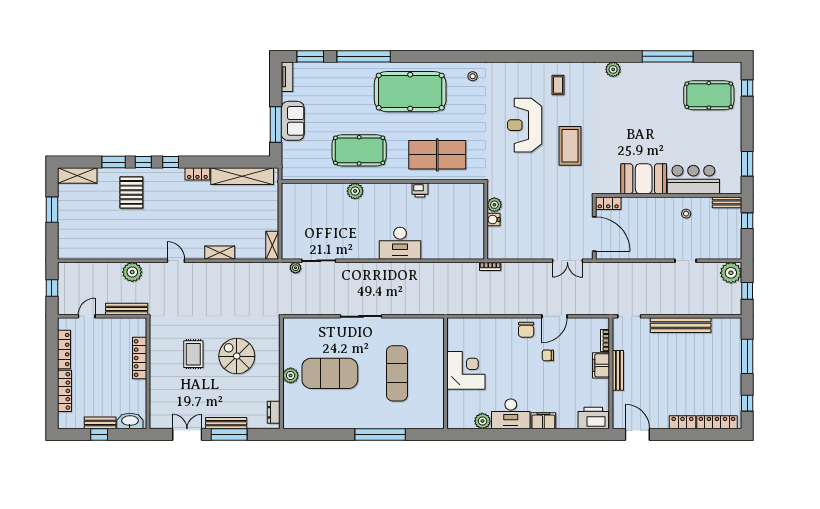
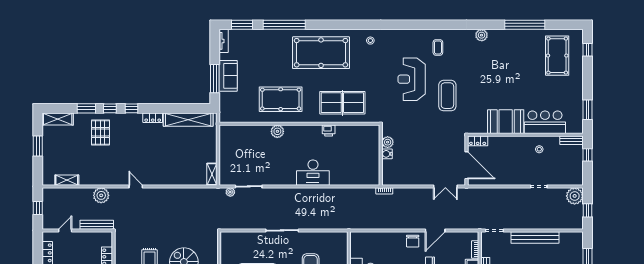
pool table: (709, 95) -> (557, 56), turned 90
shelving: (220, 253) -> (67, 180), moved

